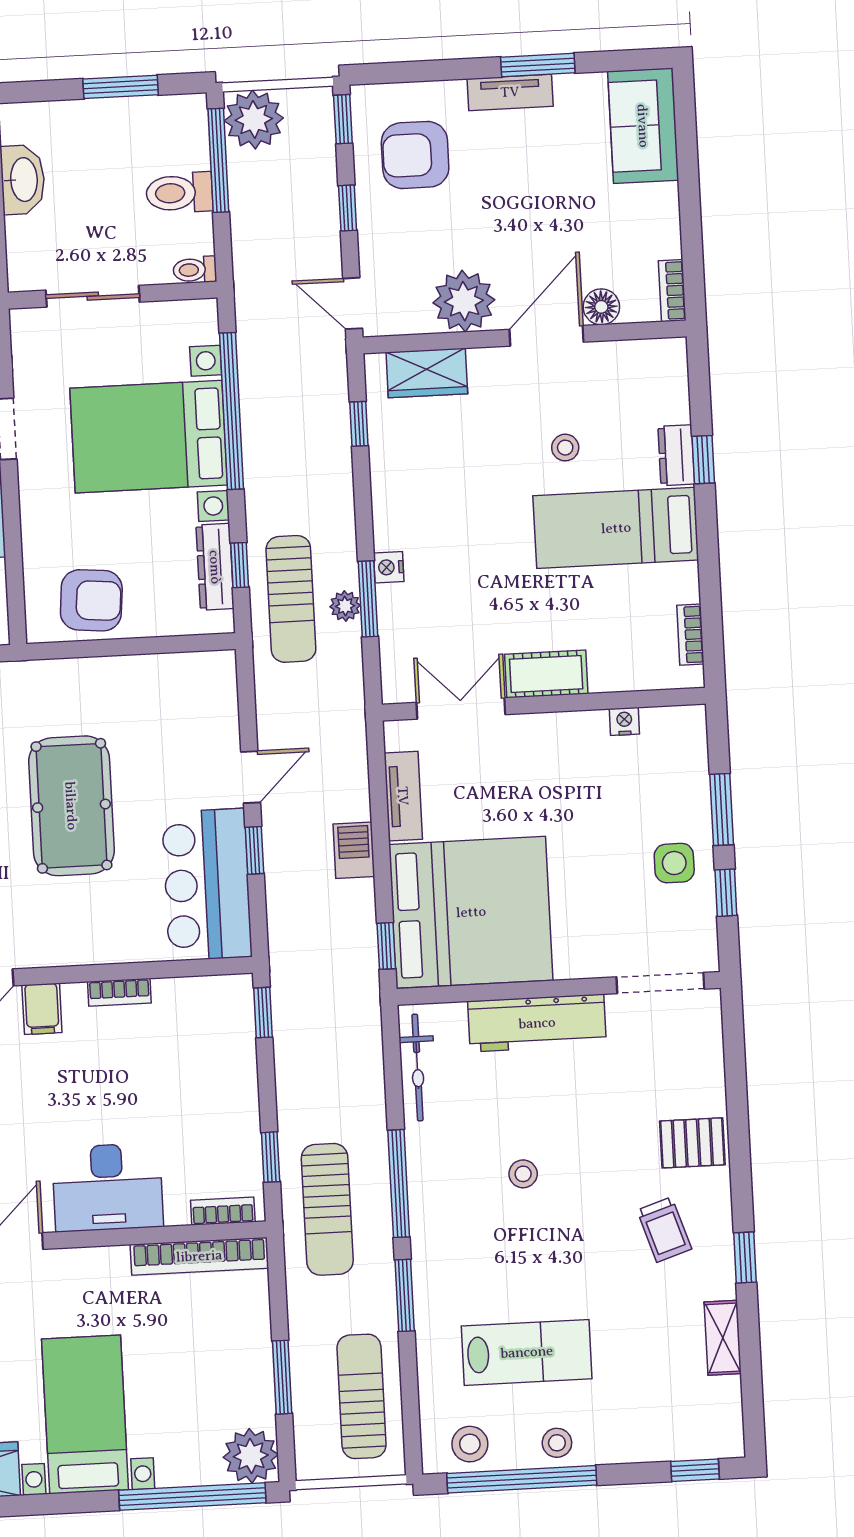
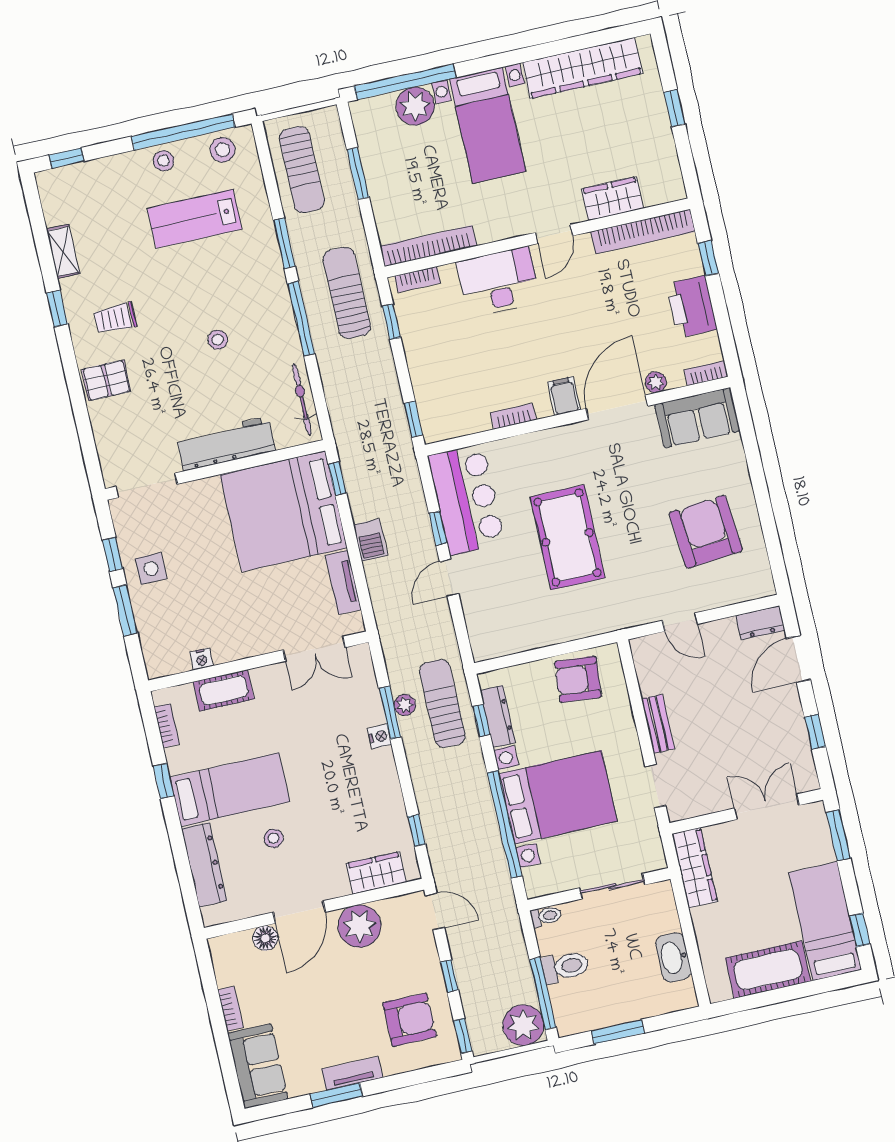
bookcase: (672, 291) -> (231, 1009), moved
dresser: (676, 455) -> (204, 865), width x1.96, depth x1.24
window: (703, 460) -> (164, 781), moved
cot: (546, 674) -> (224, 690), moved
trolley: (664, 1230) -> (115, 318), turned -72
plant: (251, 1456) -> (415, 106), moved

